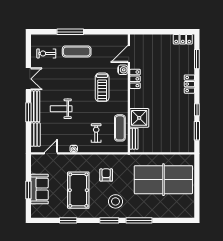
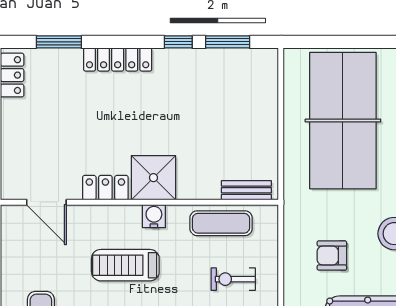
water cooler: (123, 70) -> (154, 216), moved
locker: (189, 84) -> (118, 59), width x1.53
treadmill: (102, 87) -> (125, 265), turned 180
shower: (139, 118) -> (153, 178), moved

